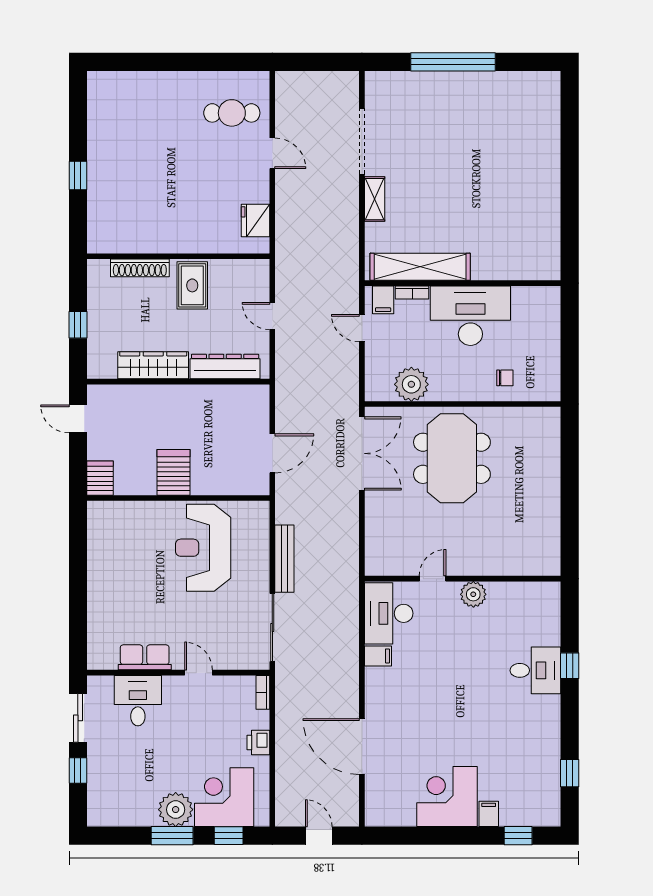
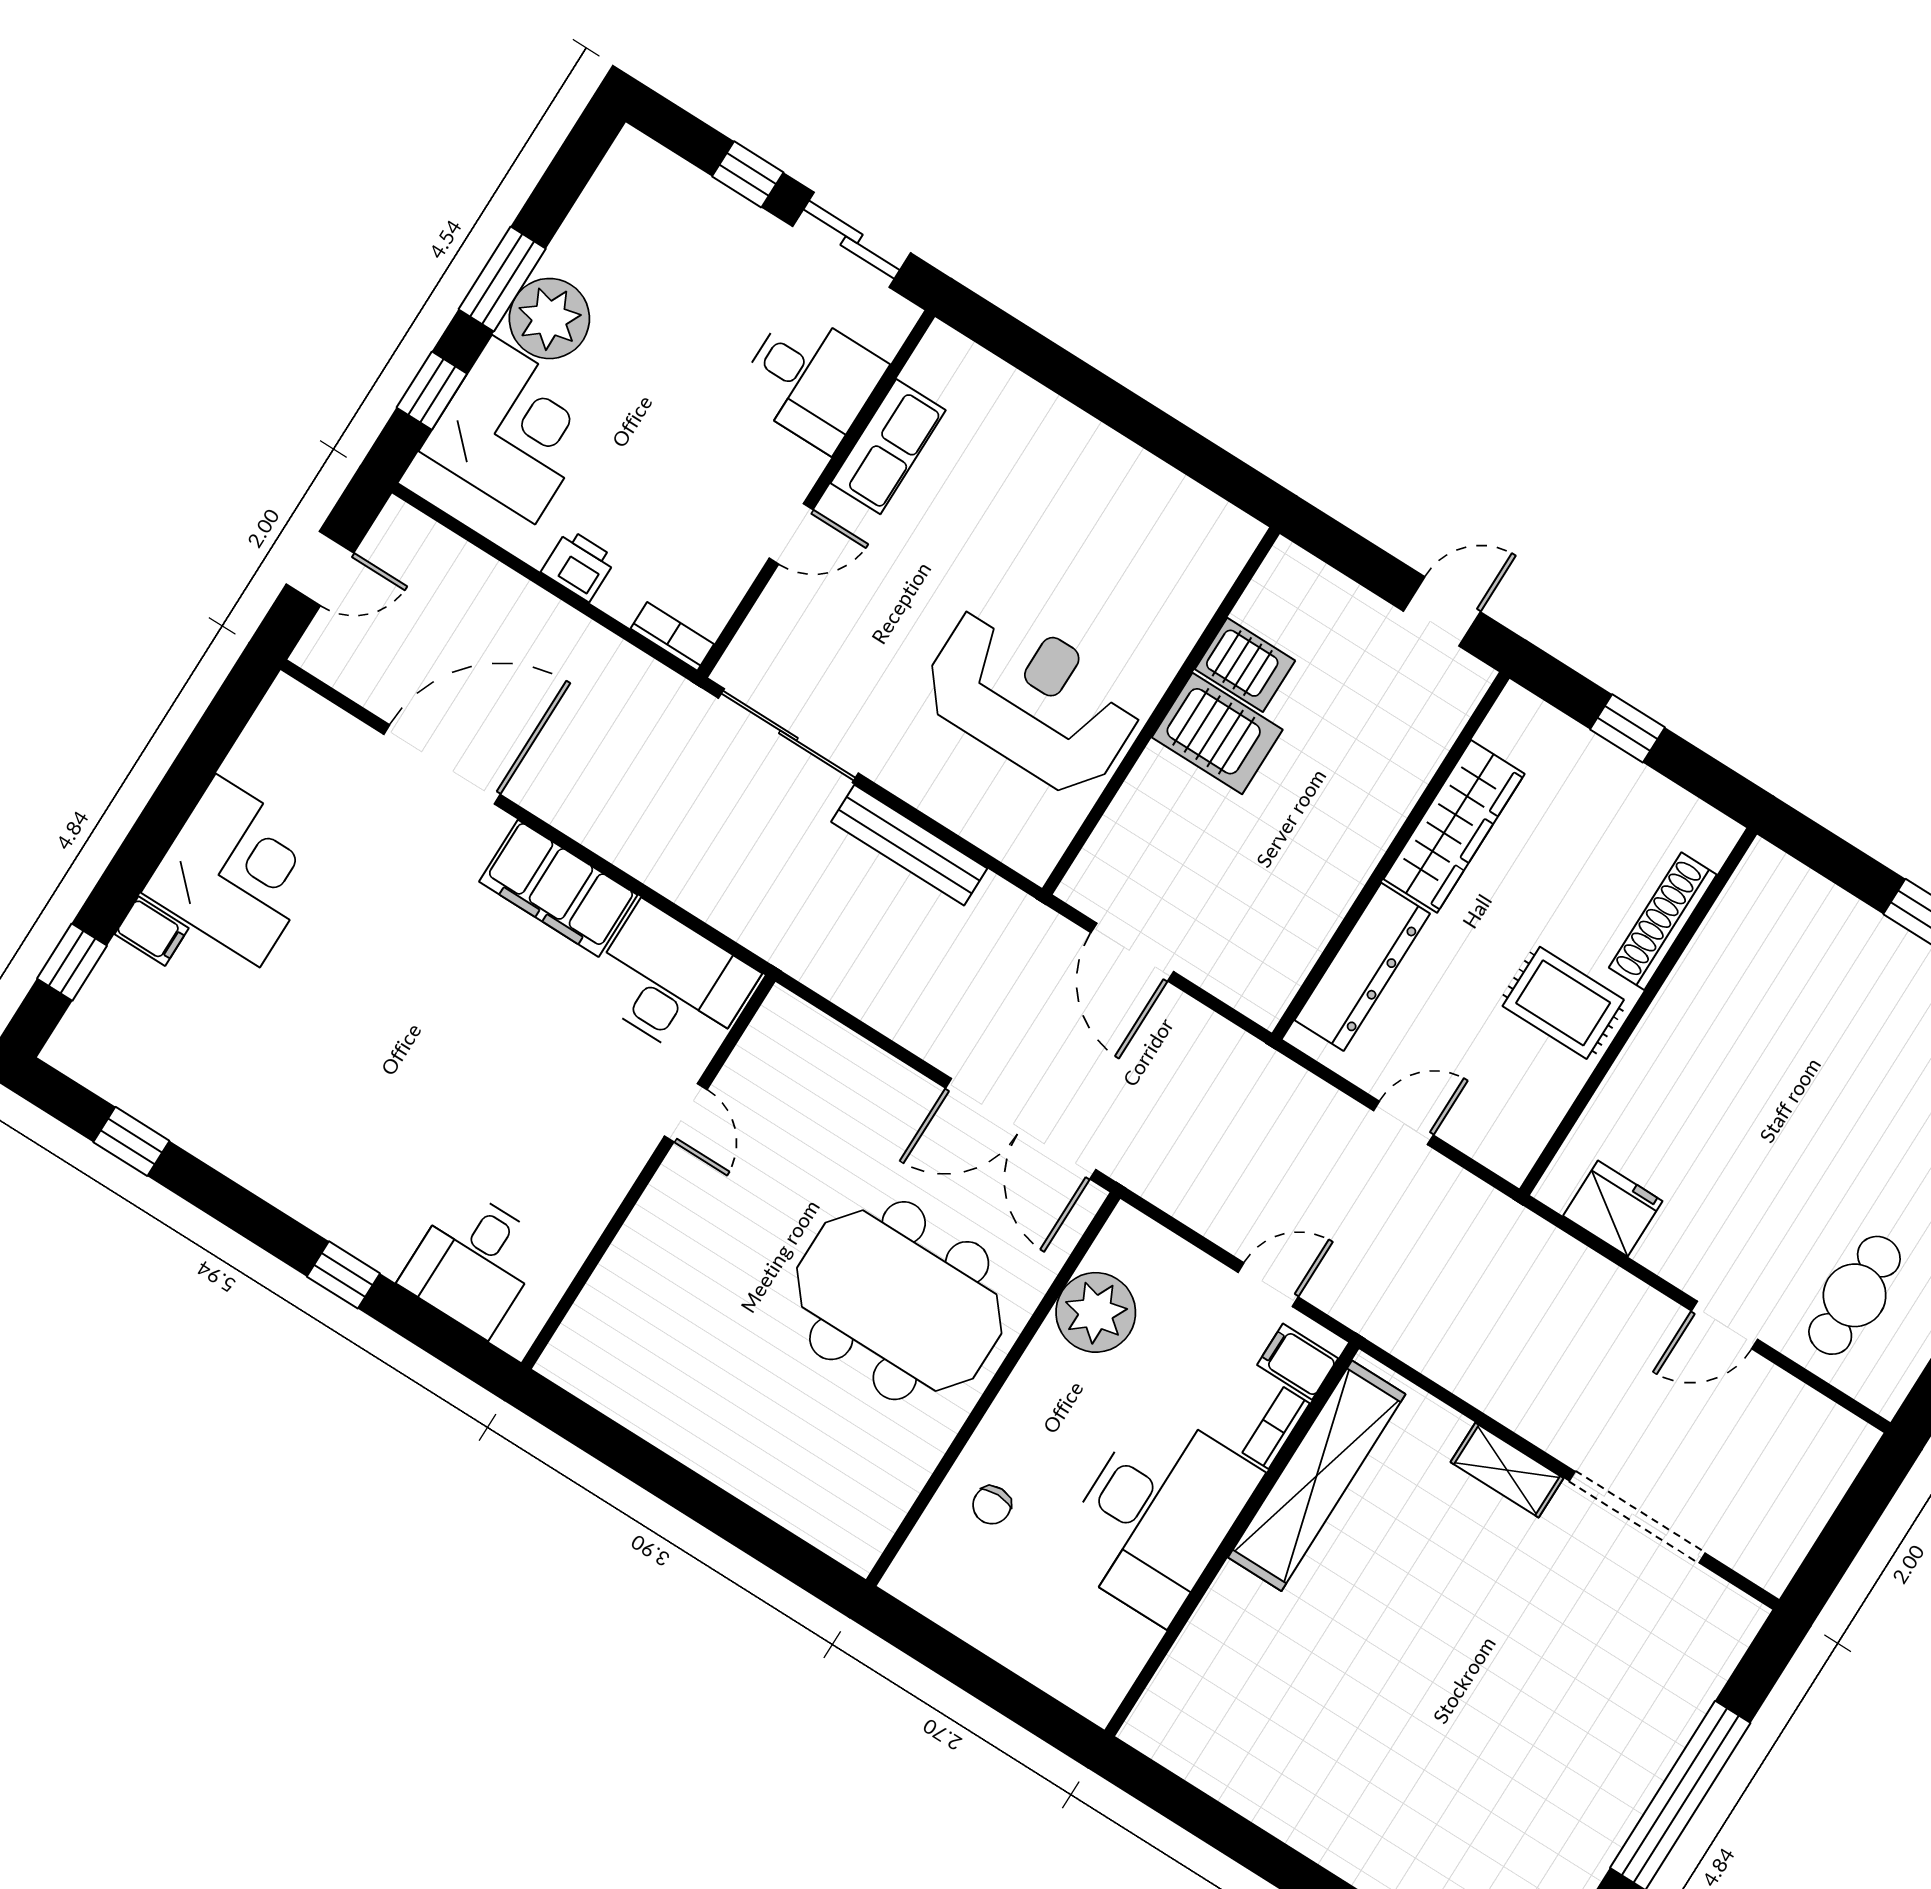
server rack: (100, 478) -> (1245, 665), moved
plant: (473, 594) -> (604, 1174), removed
filing cabinet: (378, 656) -> (558, 888), width x3.00, depth x1.17
desk: (535, 670) -> (473, 1263), moved

